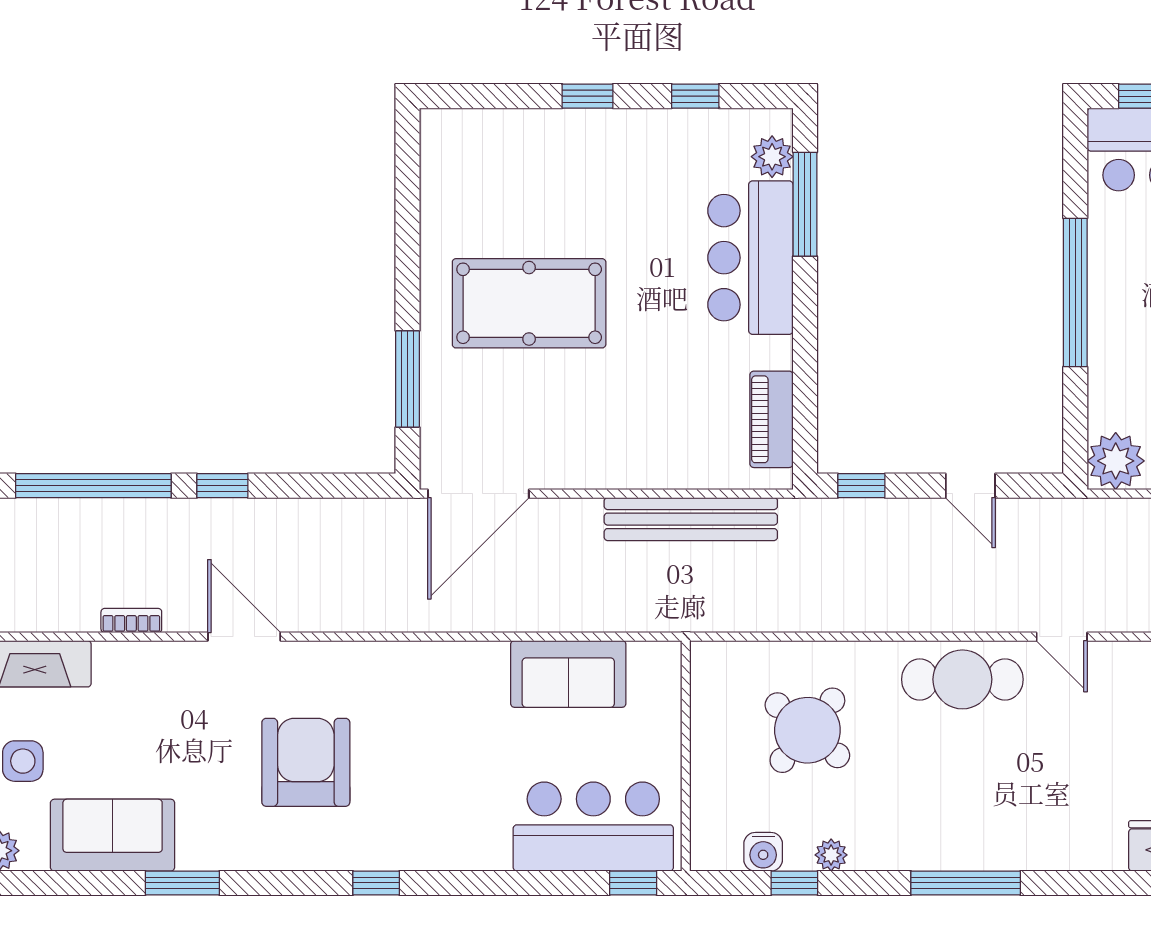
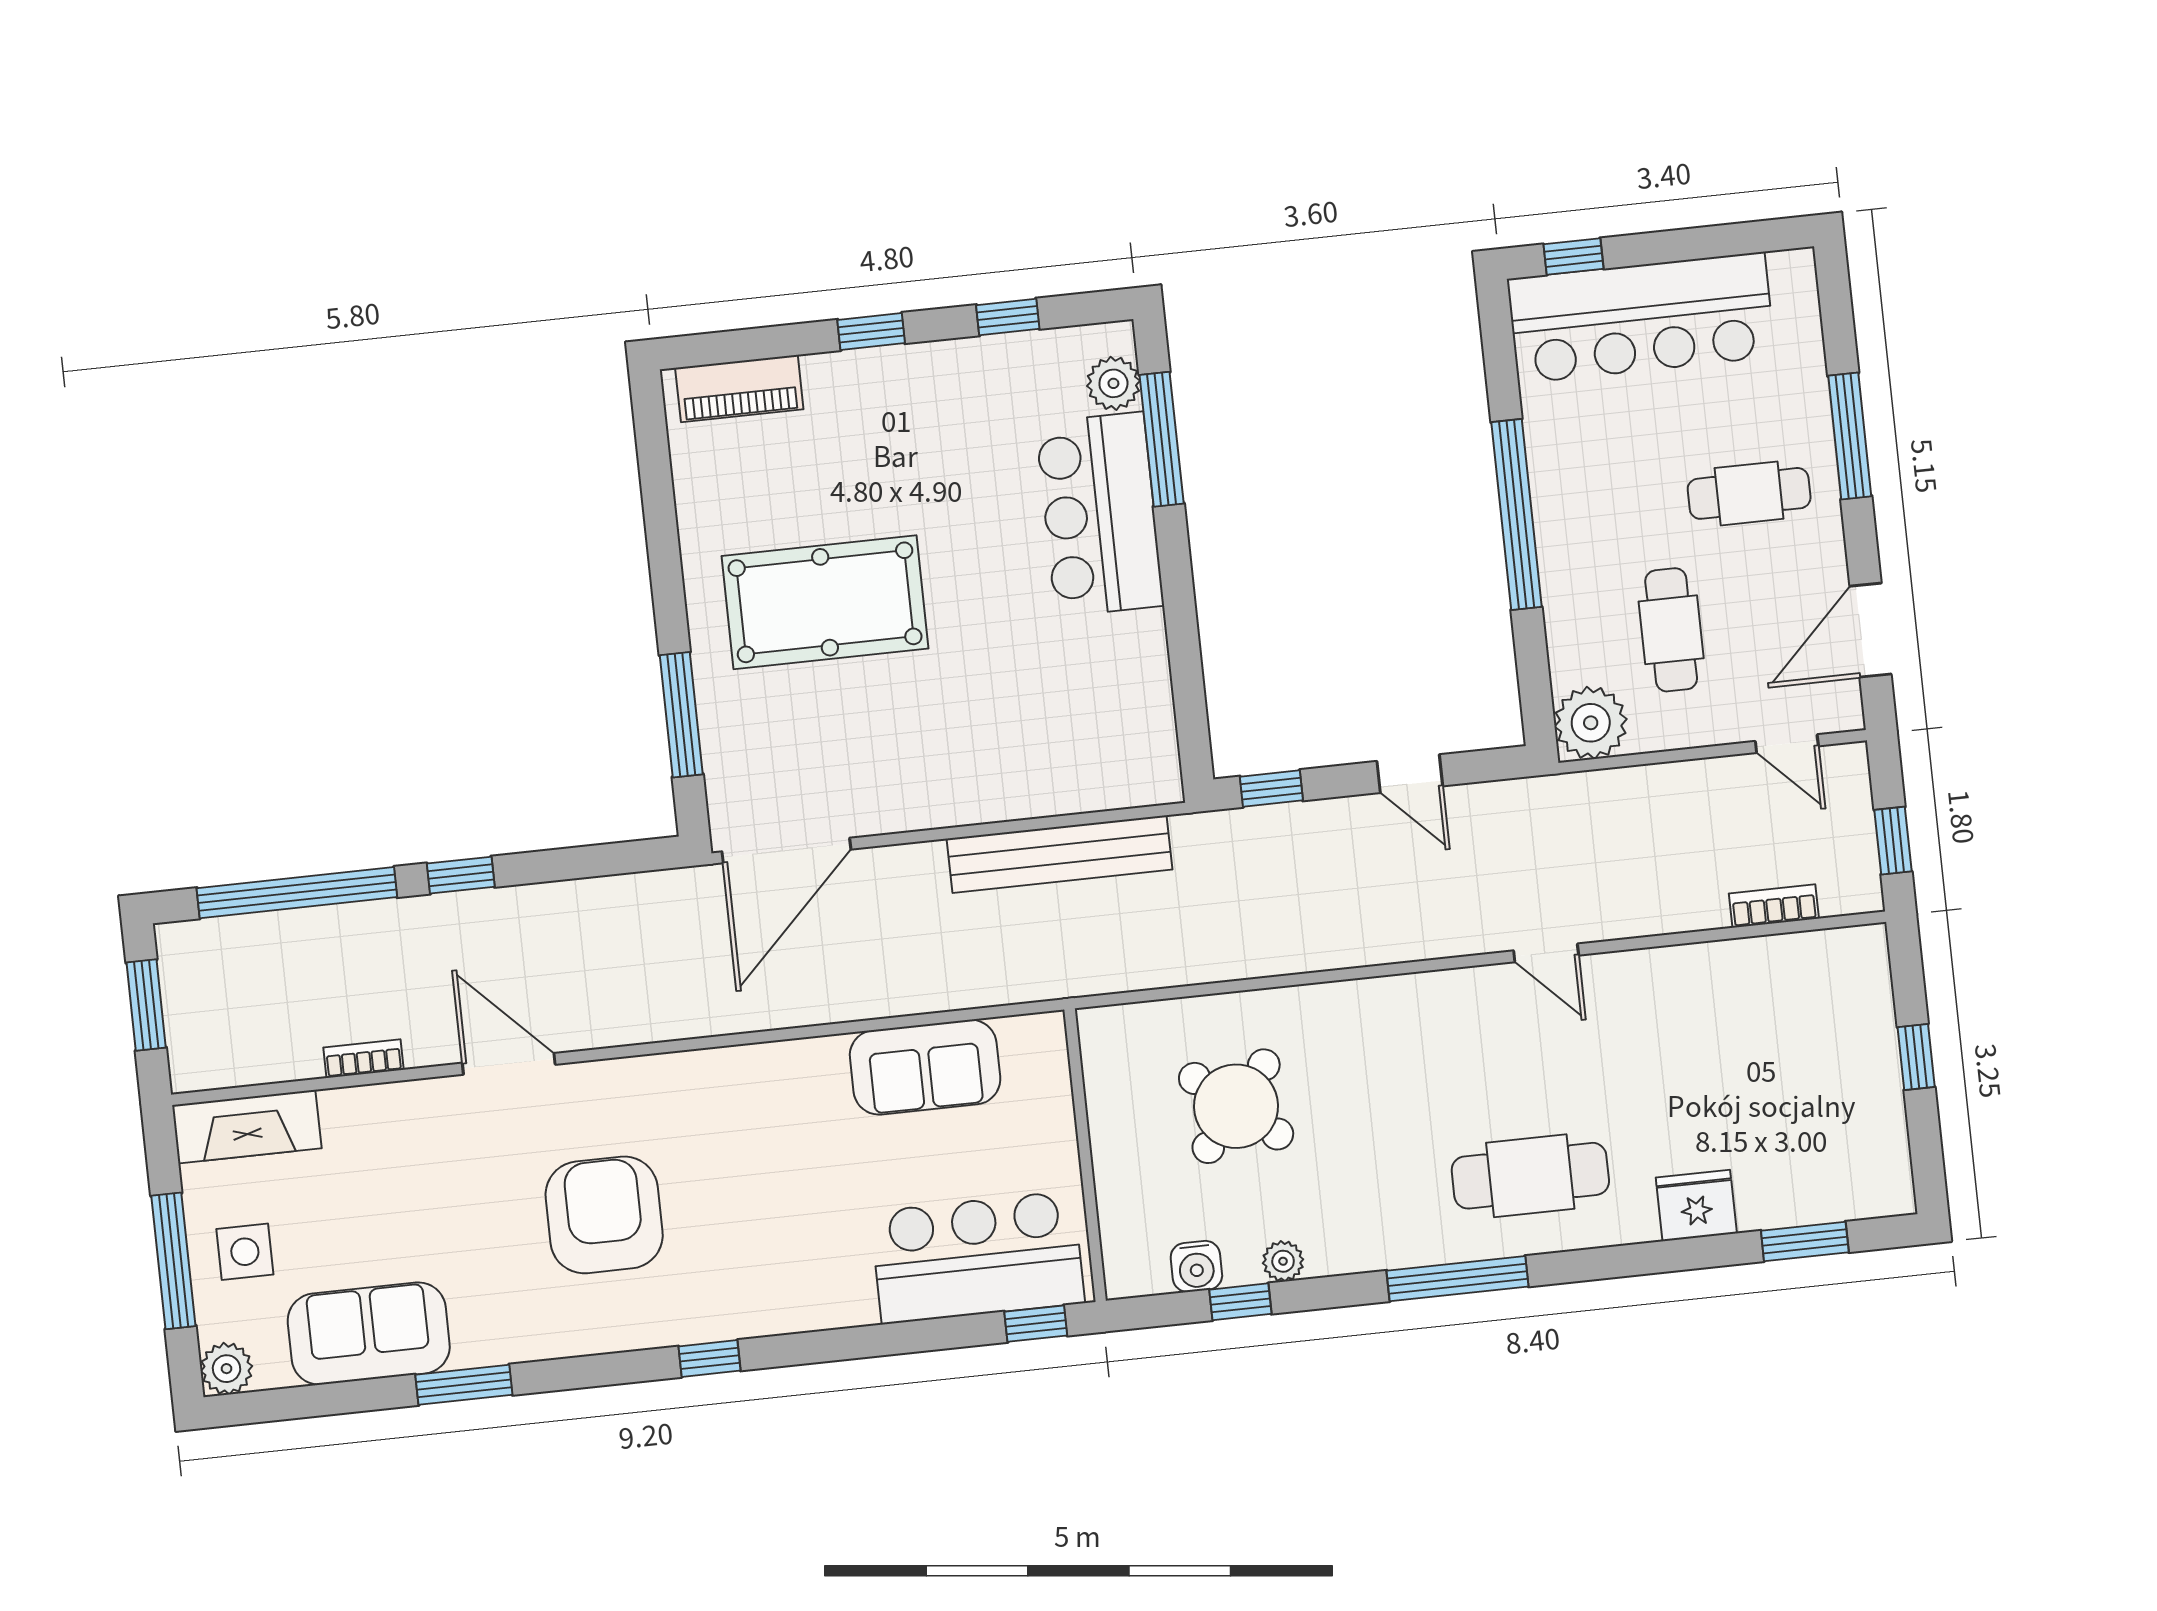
piano: (771, 419) -> (739, 389), moved, turned -90
cafe table: (962, 679) -> (1530, 1176), moved

